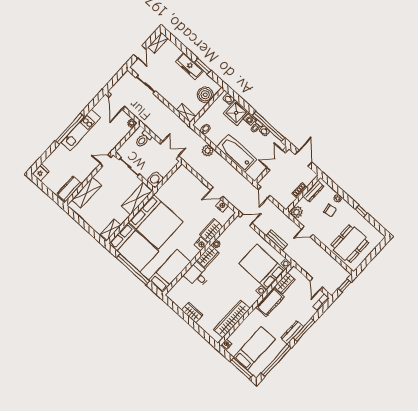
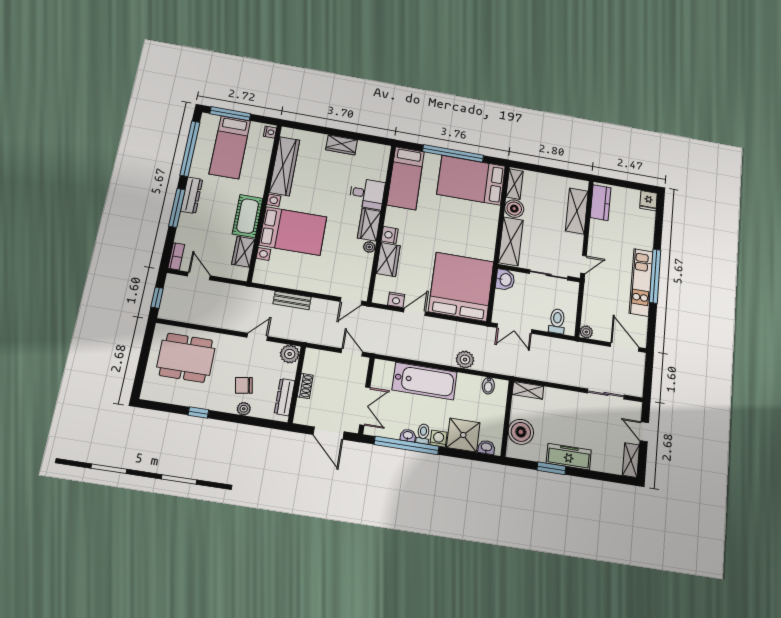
boiler: (121, 216) -> (514, 209), added
bed: (156, 222) -> (461, 287), moved, turned 90
dining table: (350, 244) -> (186, 358), turned 90
bed with nightstands: (262, 267) -> (293, 231), moved

